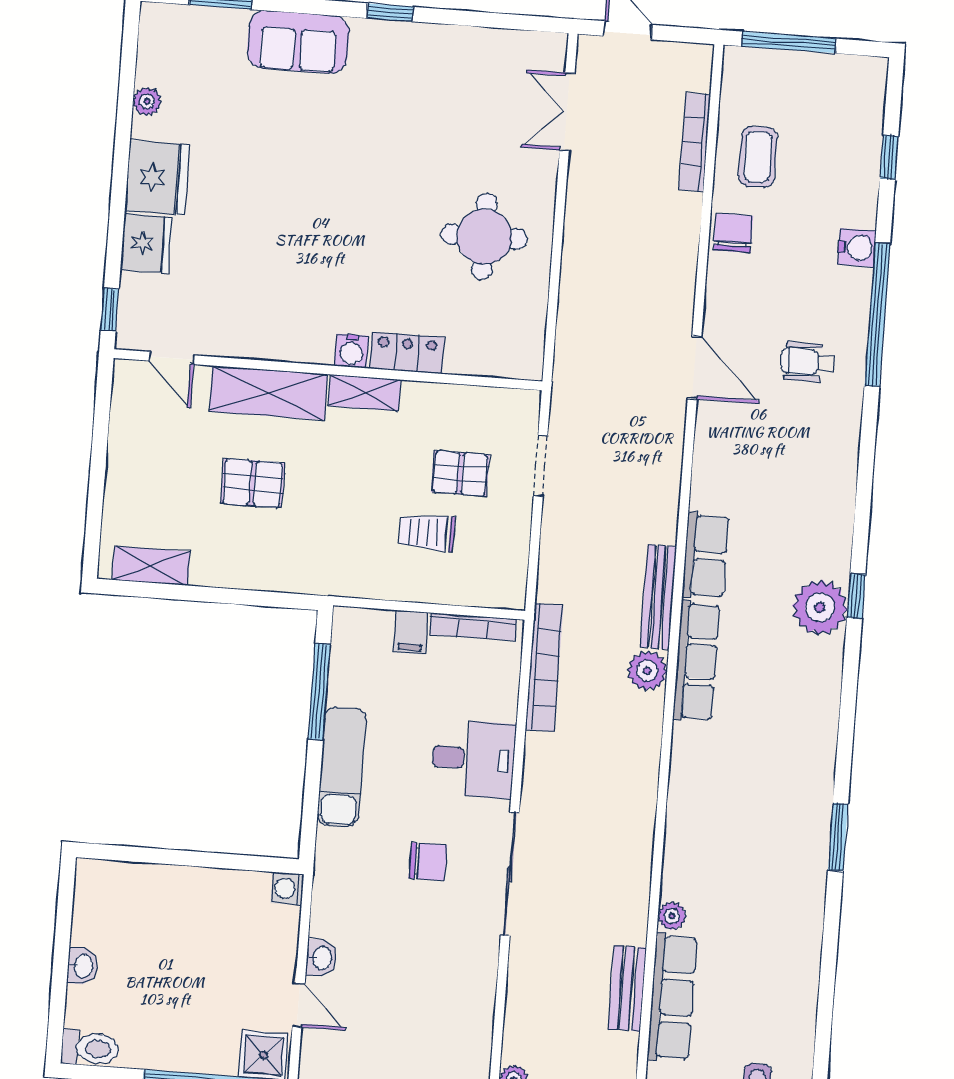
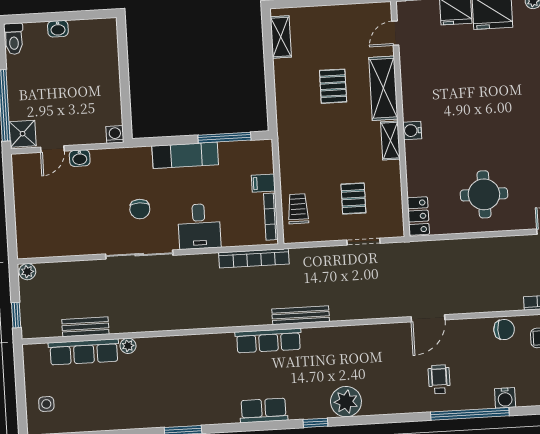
locker: (407, 353) -> (418, 216), moved
trolley: (427, 532) -> (298, 209), moved
row of seats: (705, 556) -> (264, 410), moved, turned 180
plant: (820, 607) -> (346, 402), moved
plant: (647, 671) -> (260, 315), removed

